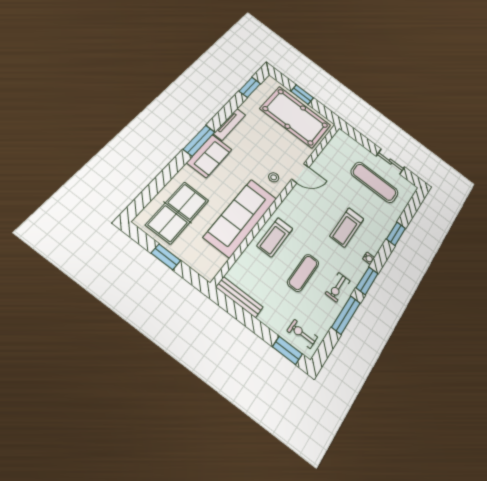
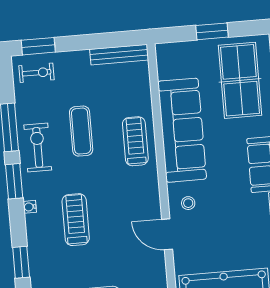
door: (300, 173) -> (167, 234), hinge flipped
exercise bike: (338, 287) -> (38, 147), width x1.38, depth x1.39

